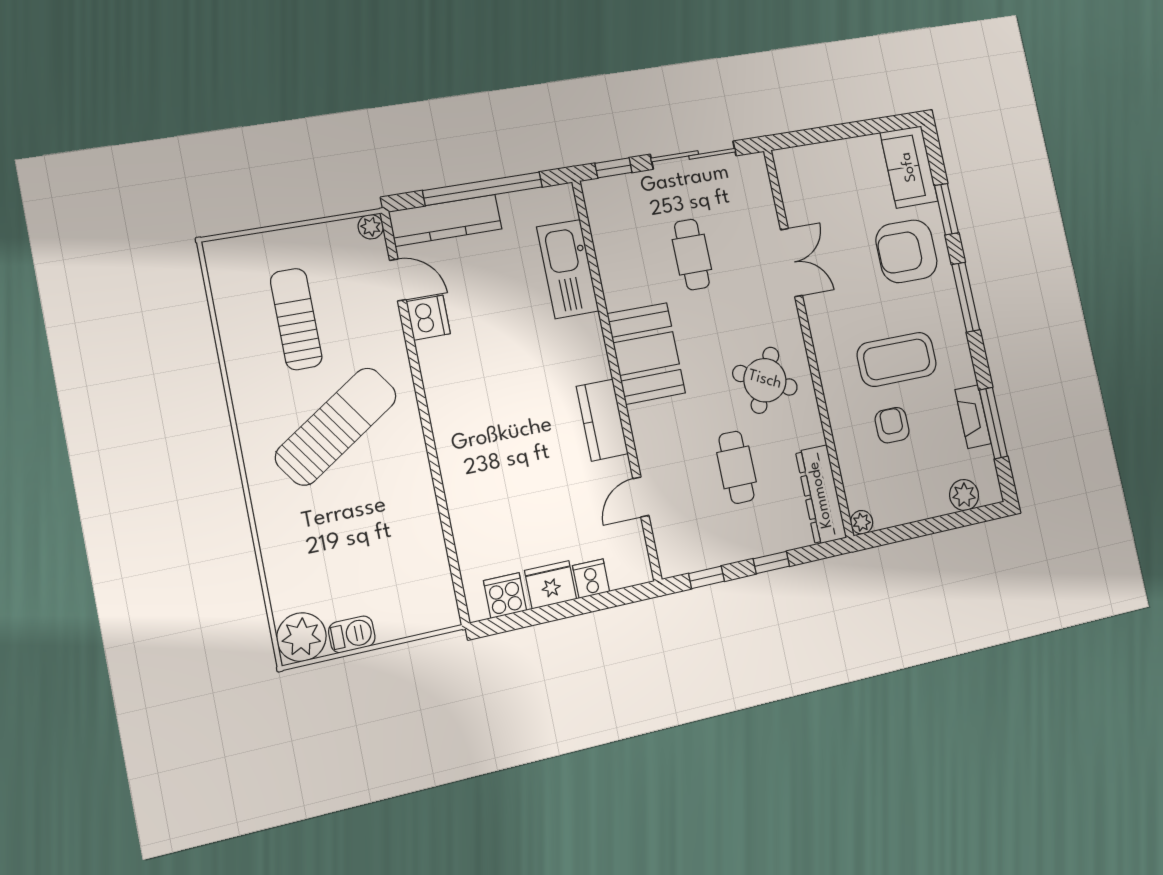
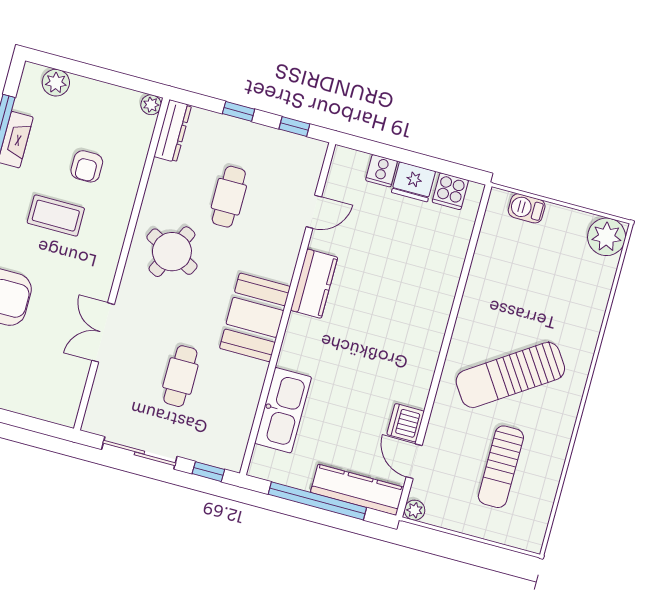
coffee table: (897, 359) -> (56, 216), width x0.73, depth x0.76
dresser: (821, 495) -> (173, 131), width x0.73, depth x0.80
barbecue: (352, 634) -> (527, 208), moved

